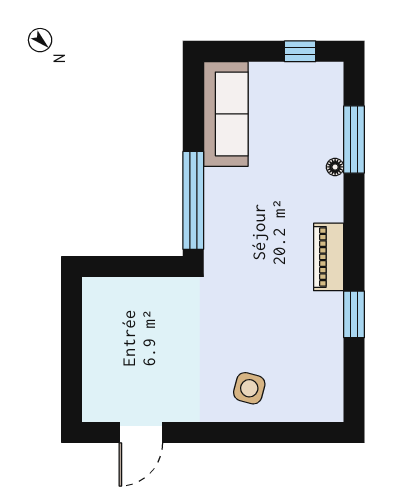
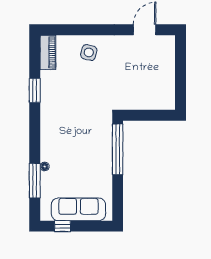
sofa: (226, 114) -> (78, 209), moved, turned 90
piano: (329, 257) -> (48, 52), moved

